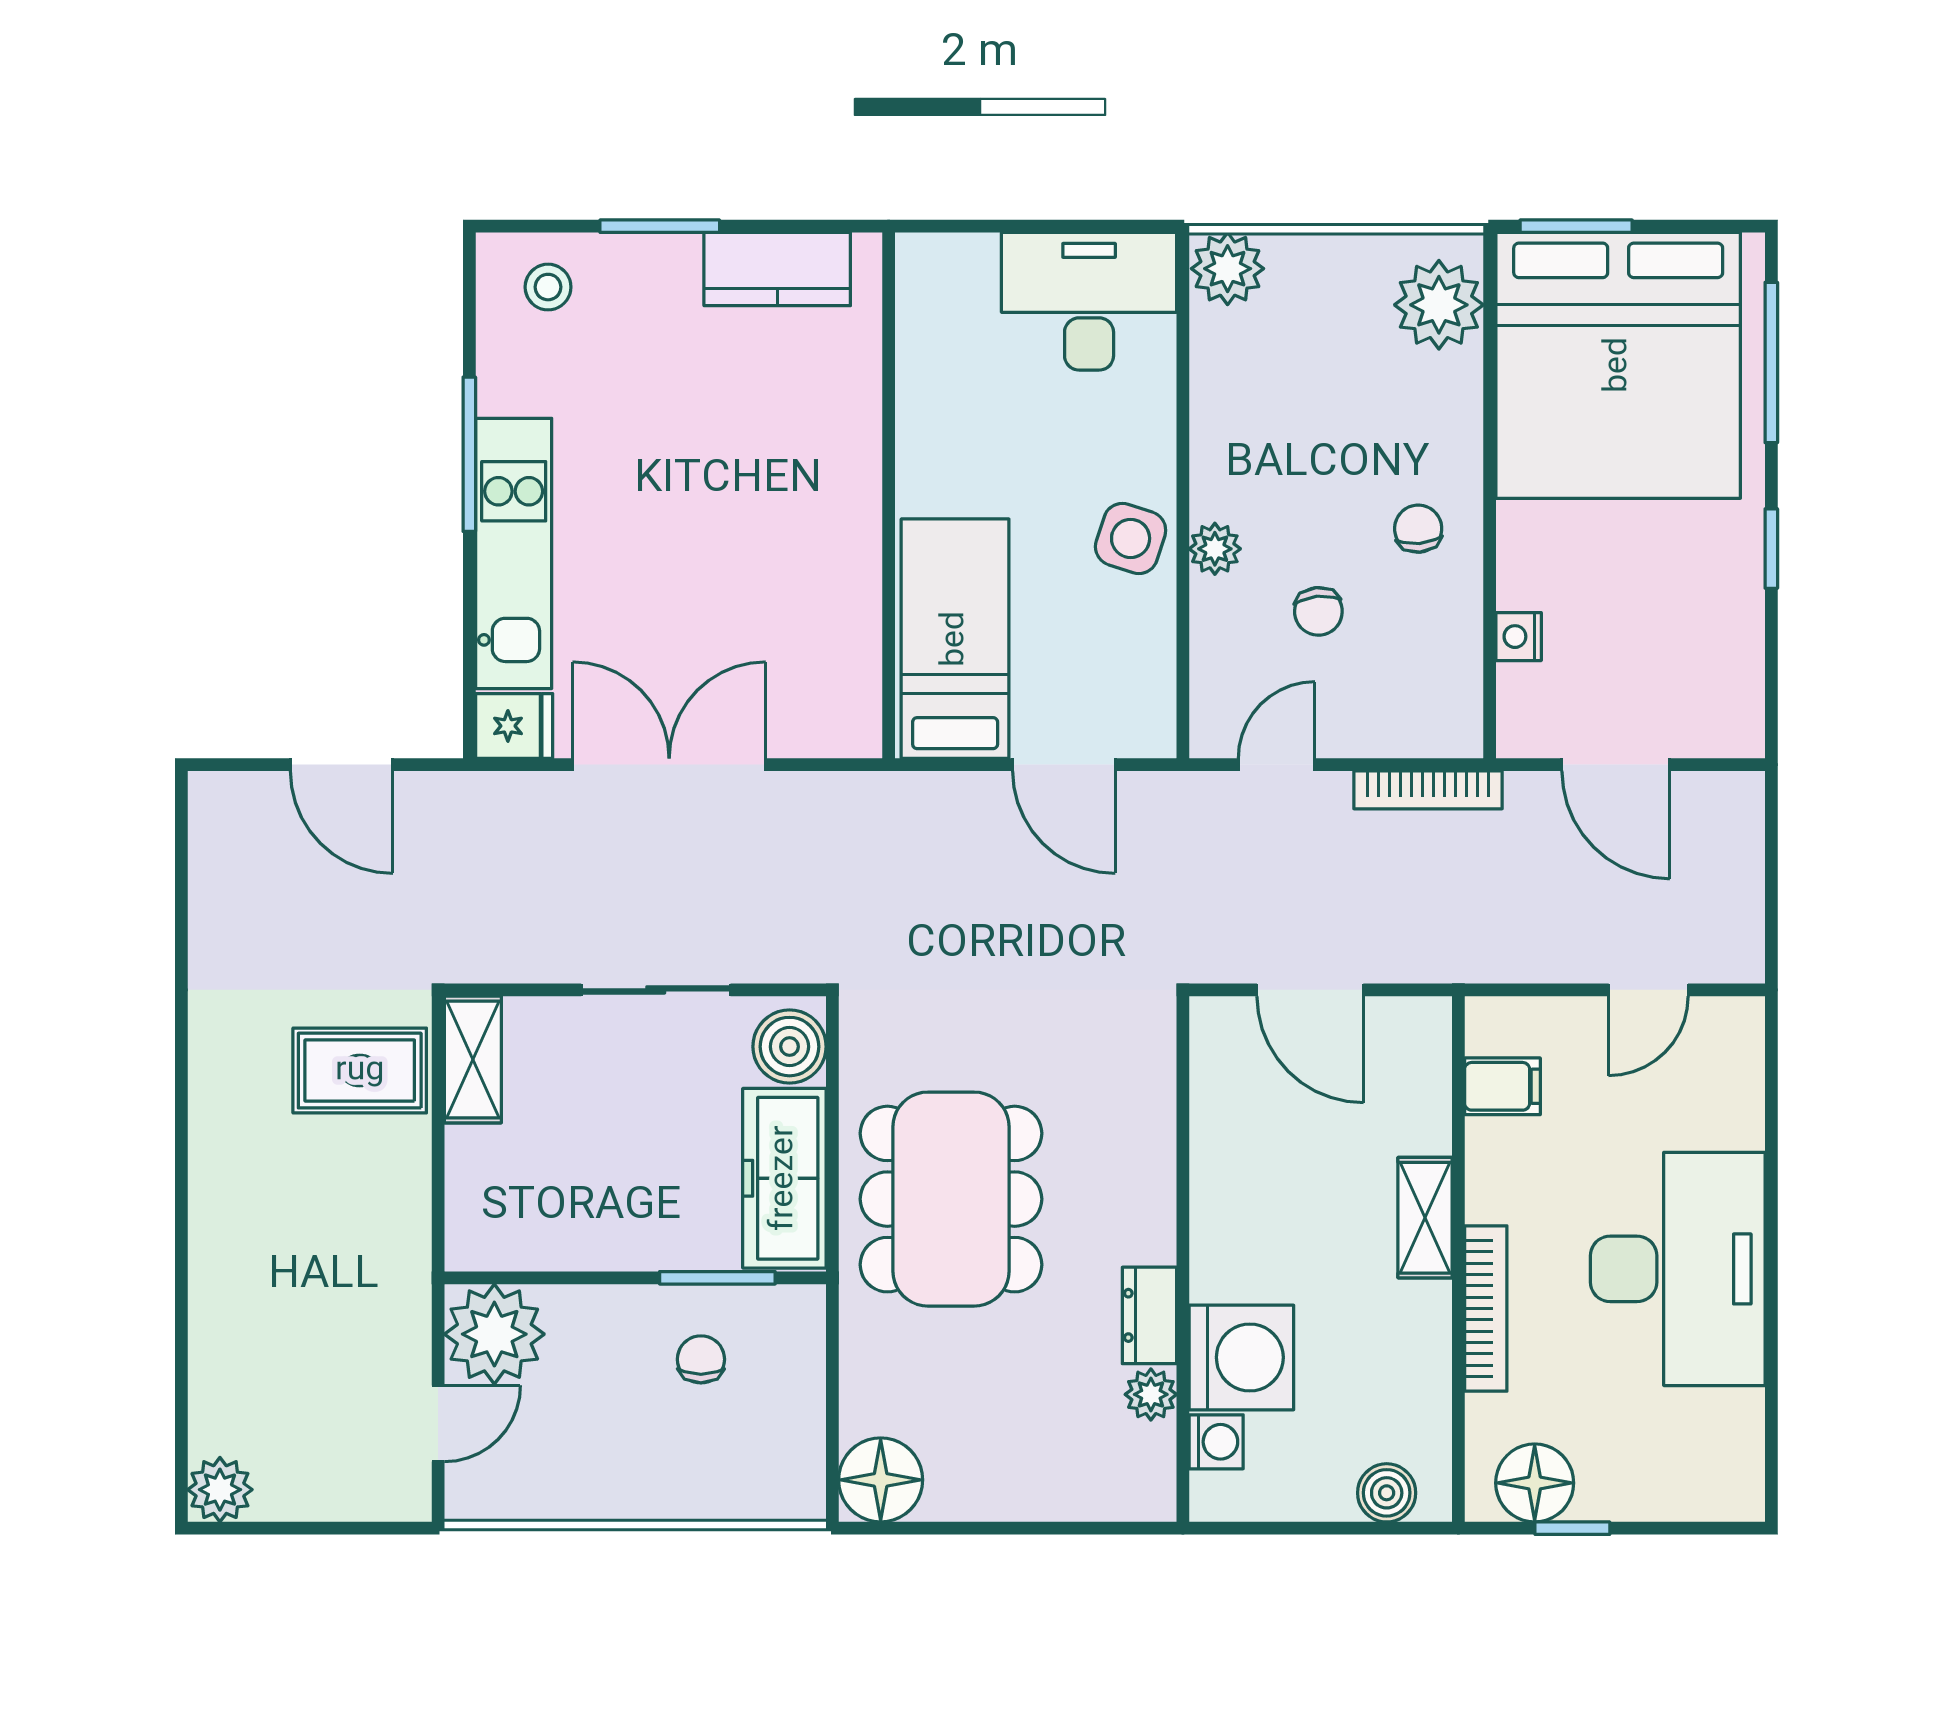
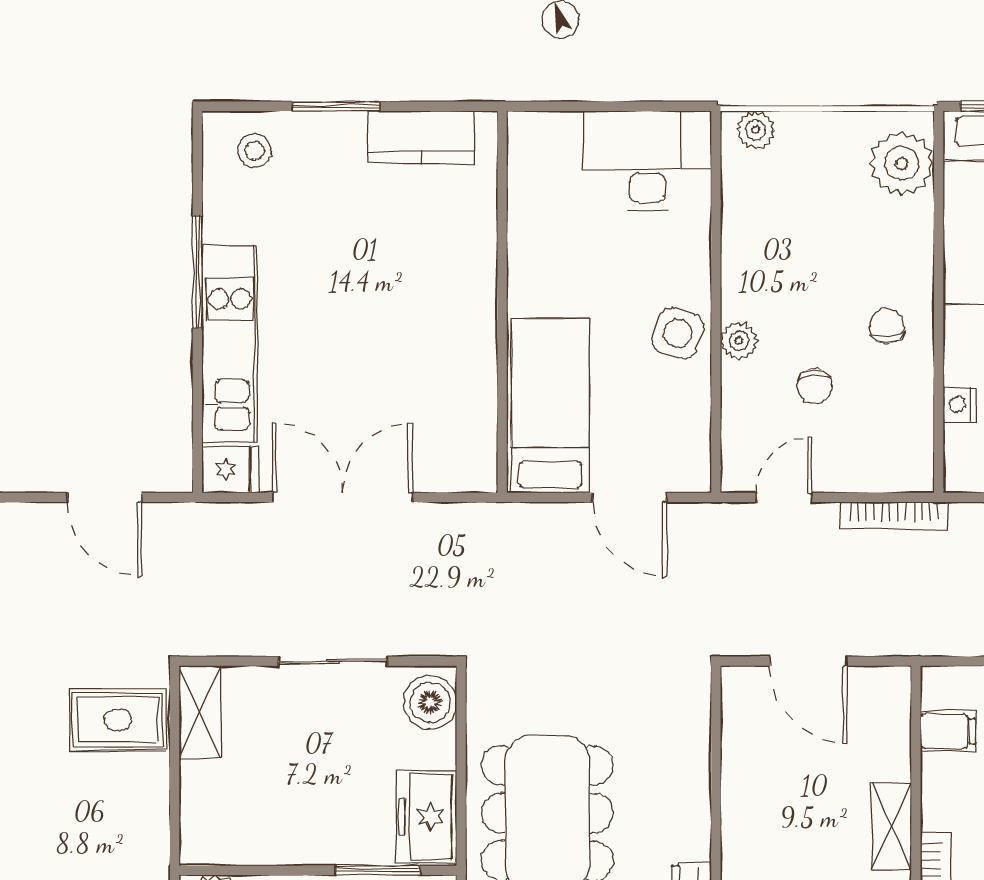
plant: (1228, 269) -> (755, 130), width x0.73, depth x0.73
freezer: (784, 1178) -> (426, 817), width x0.71

